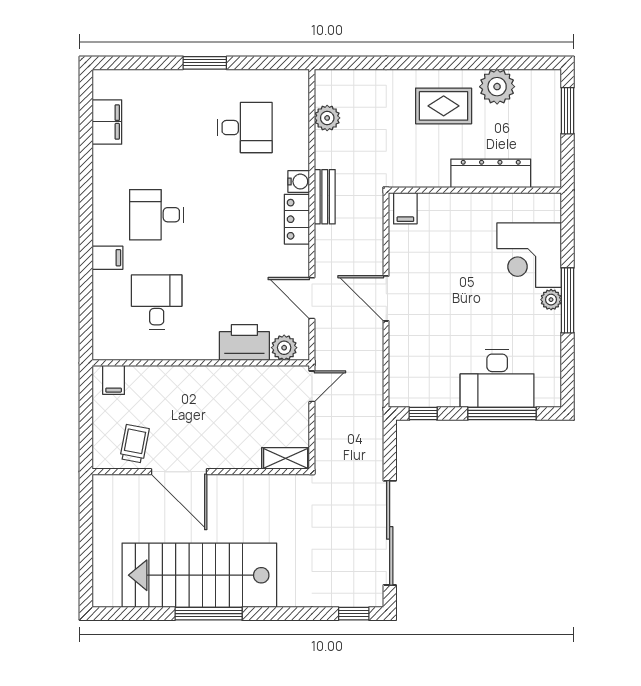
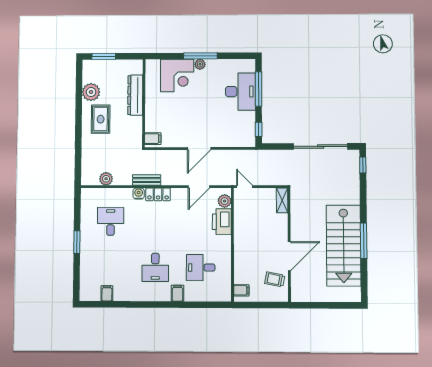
filing cabinet: (107, 122) -> (107, 293), width x0.50

